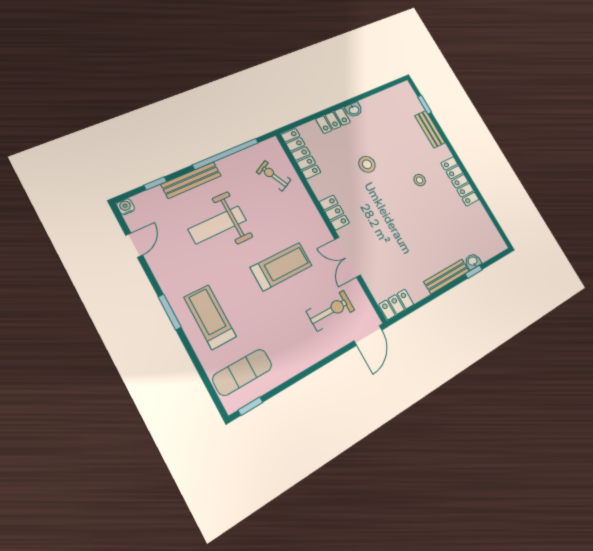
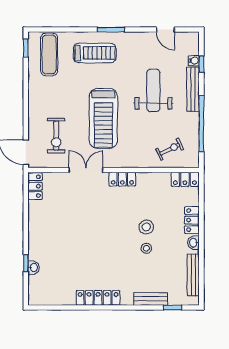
locker: (301, 153) -> (185, 179), width x0.66
stool: (420, 180) -> (146, 248), moved
water cooler: (126, 207) -> (194, 61), moved
treadmill: (281, 267) -> (103, 118), width x1.37, depth x1.38
bench: (447, 276) -> (193, 275), moved

